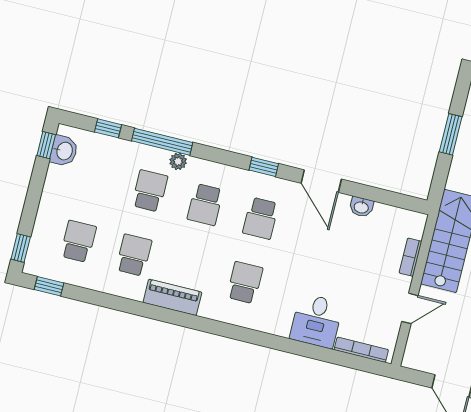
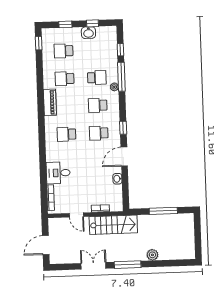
window: (451, 134) -> (163, 211), width x1.44
window: (46, 145) -> (92, 23), moved
washbasin: (64, 151) -> (88, 33), moved
school desk: (78, 241) -> (64, 51), turned 180
window: (21, 248) -> (65, 24), moved
school desk: (134, 255) -> (65, 79), turned 180
school desk: (245, 283) -> (66, 134), turned 180

